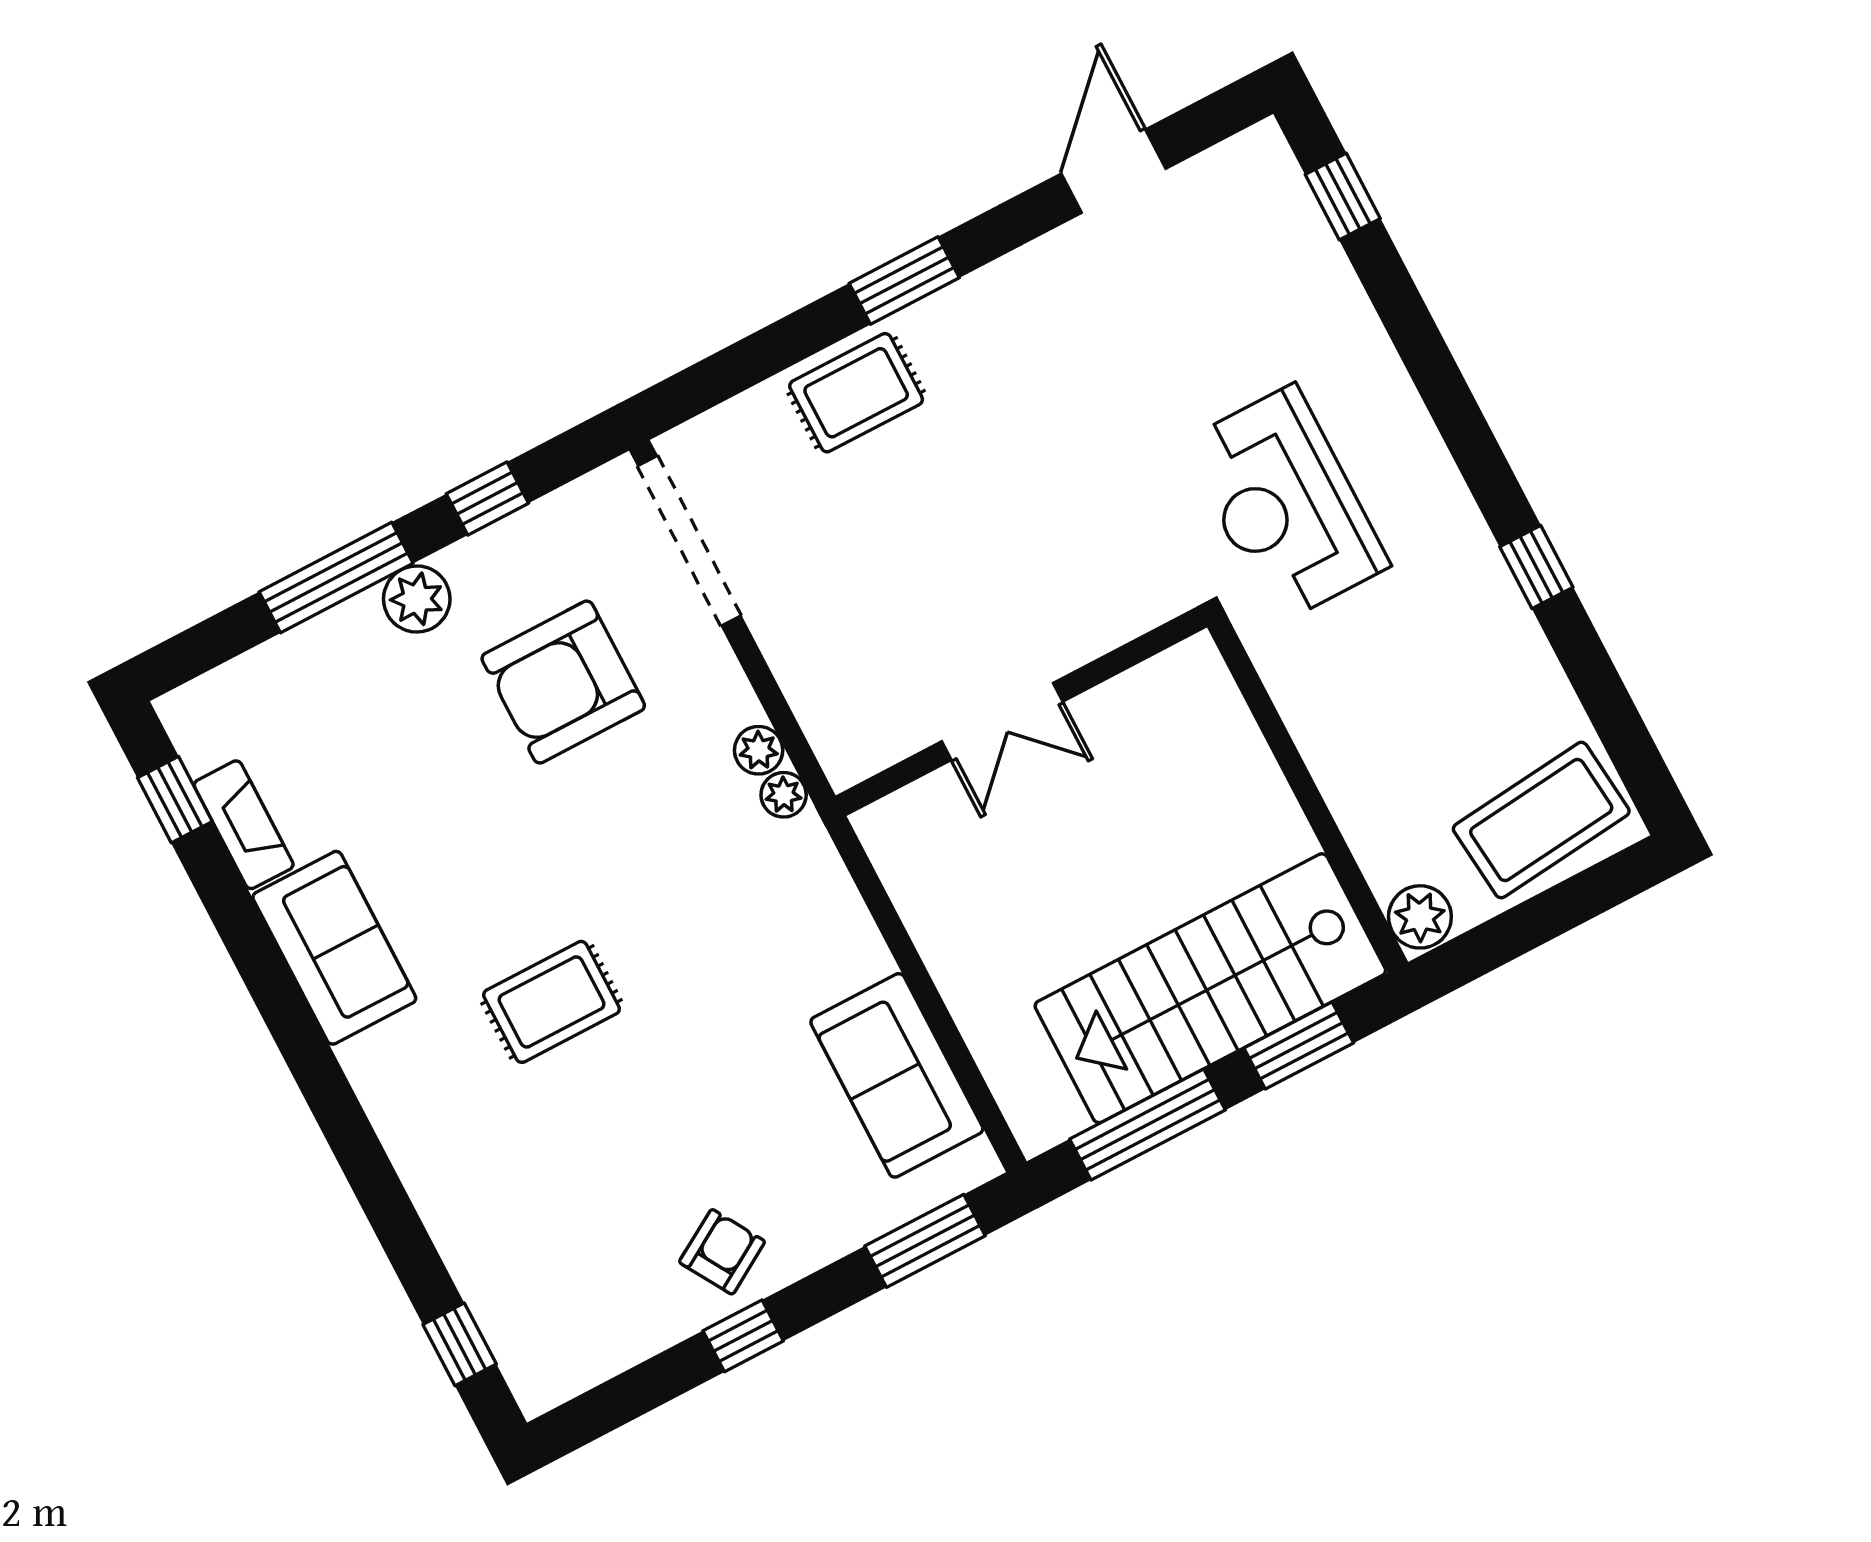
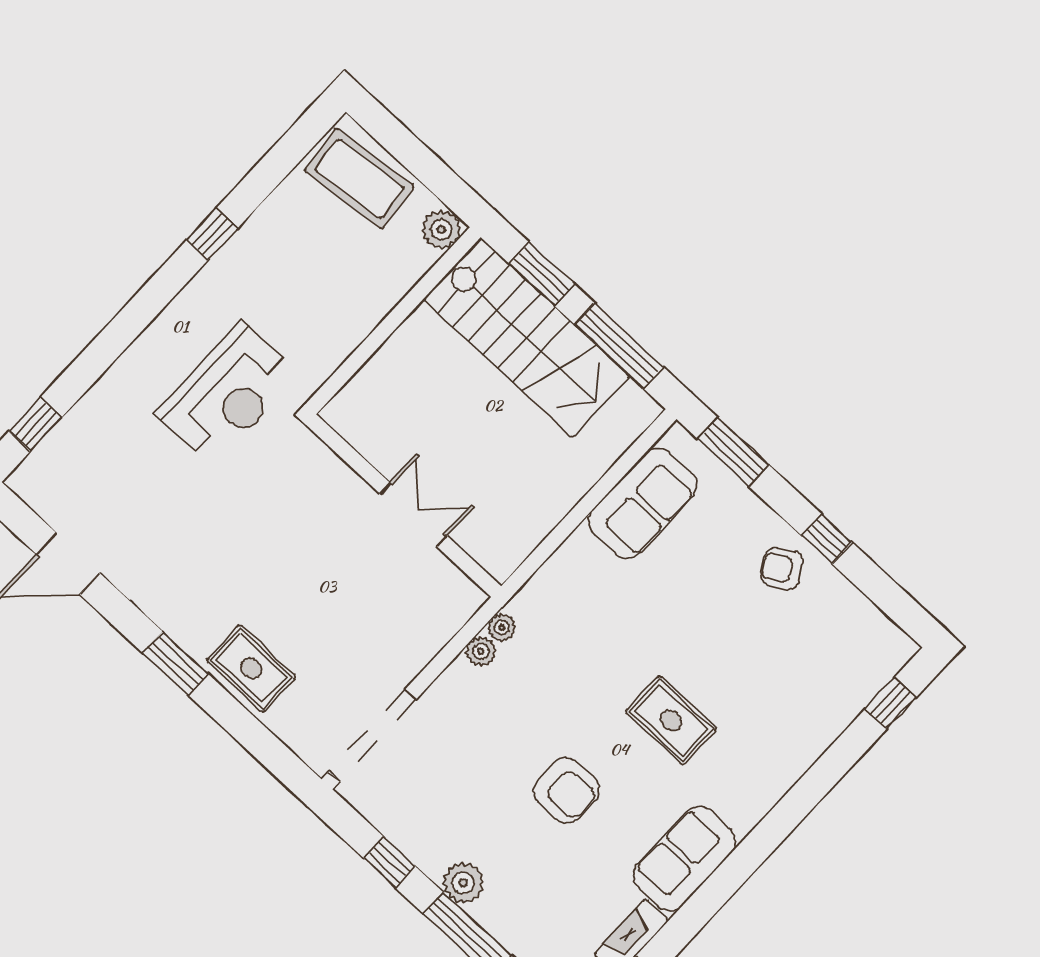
armchair: (563, 682) -> (566, 790), moved, width x0.73, depth x0.73

